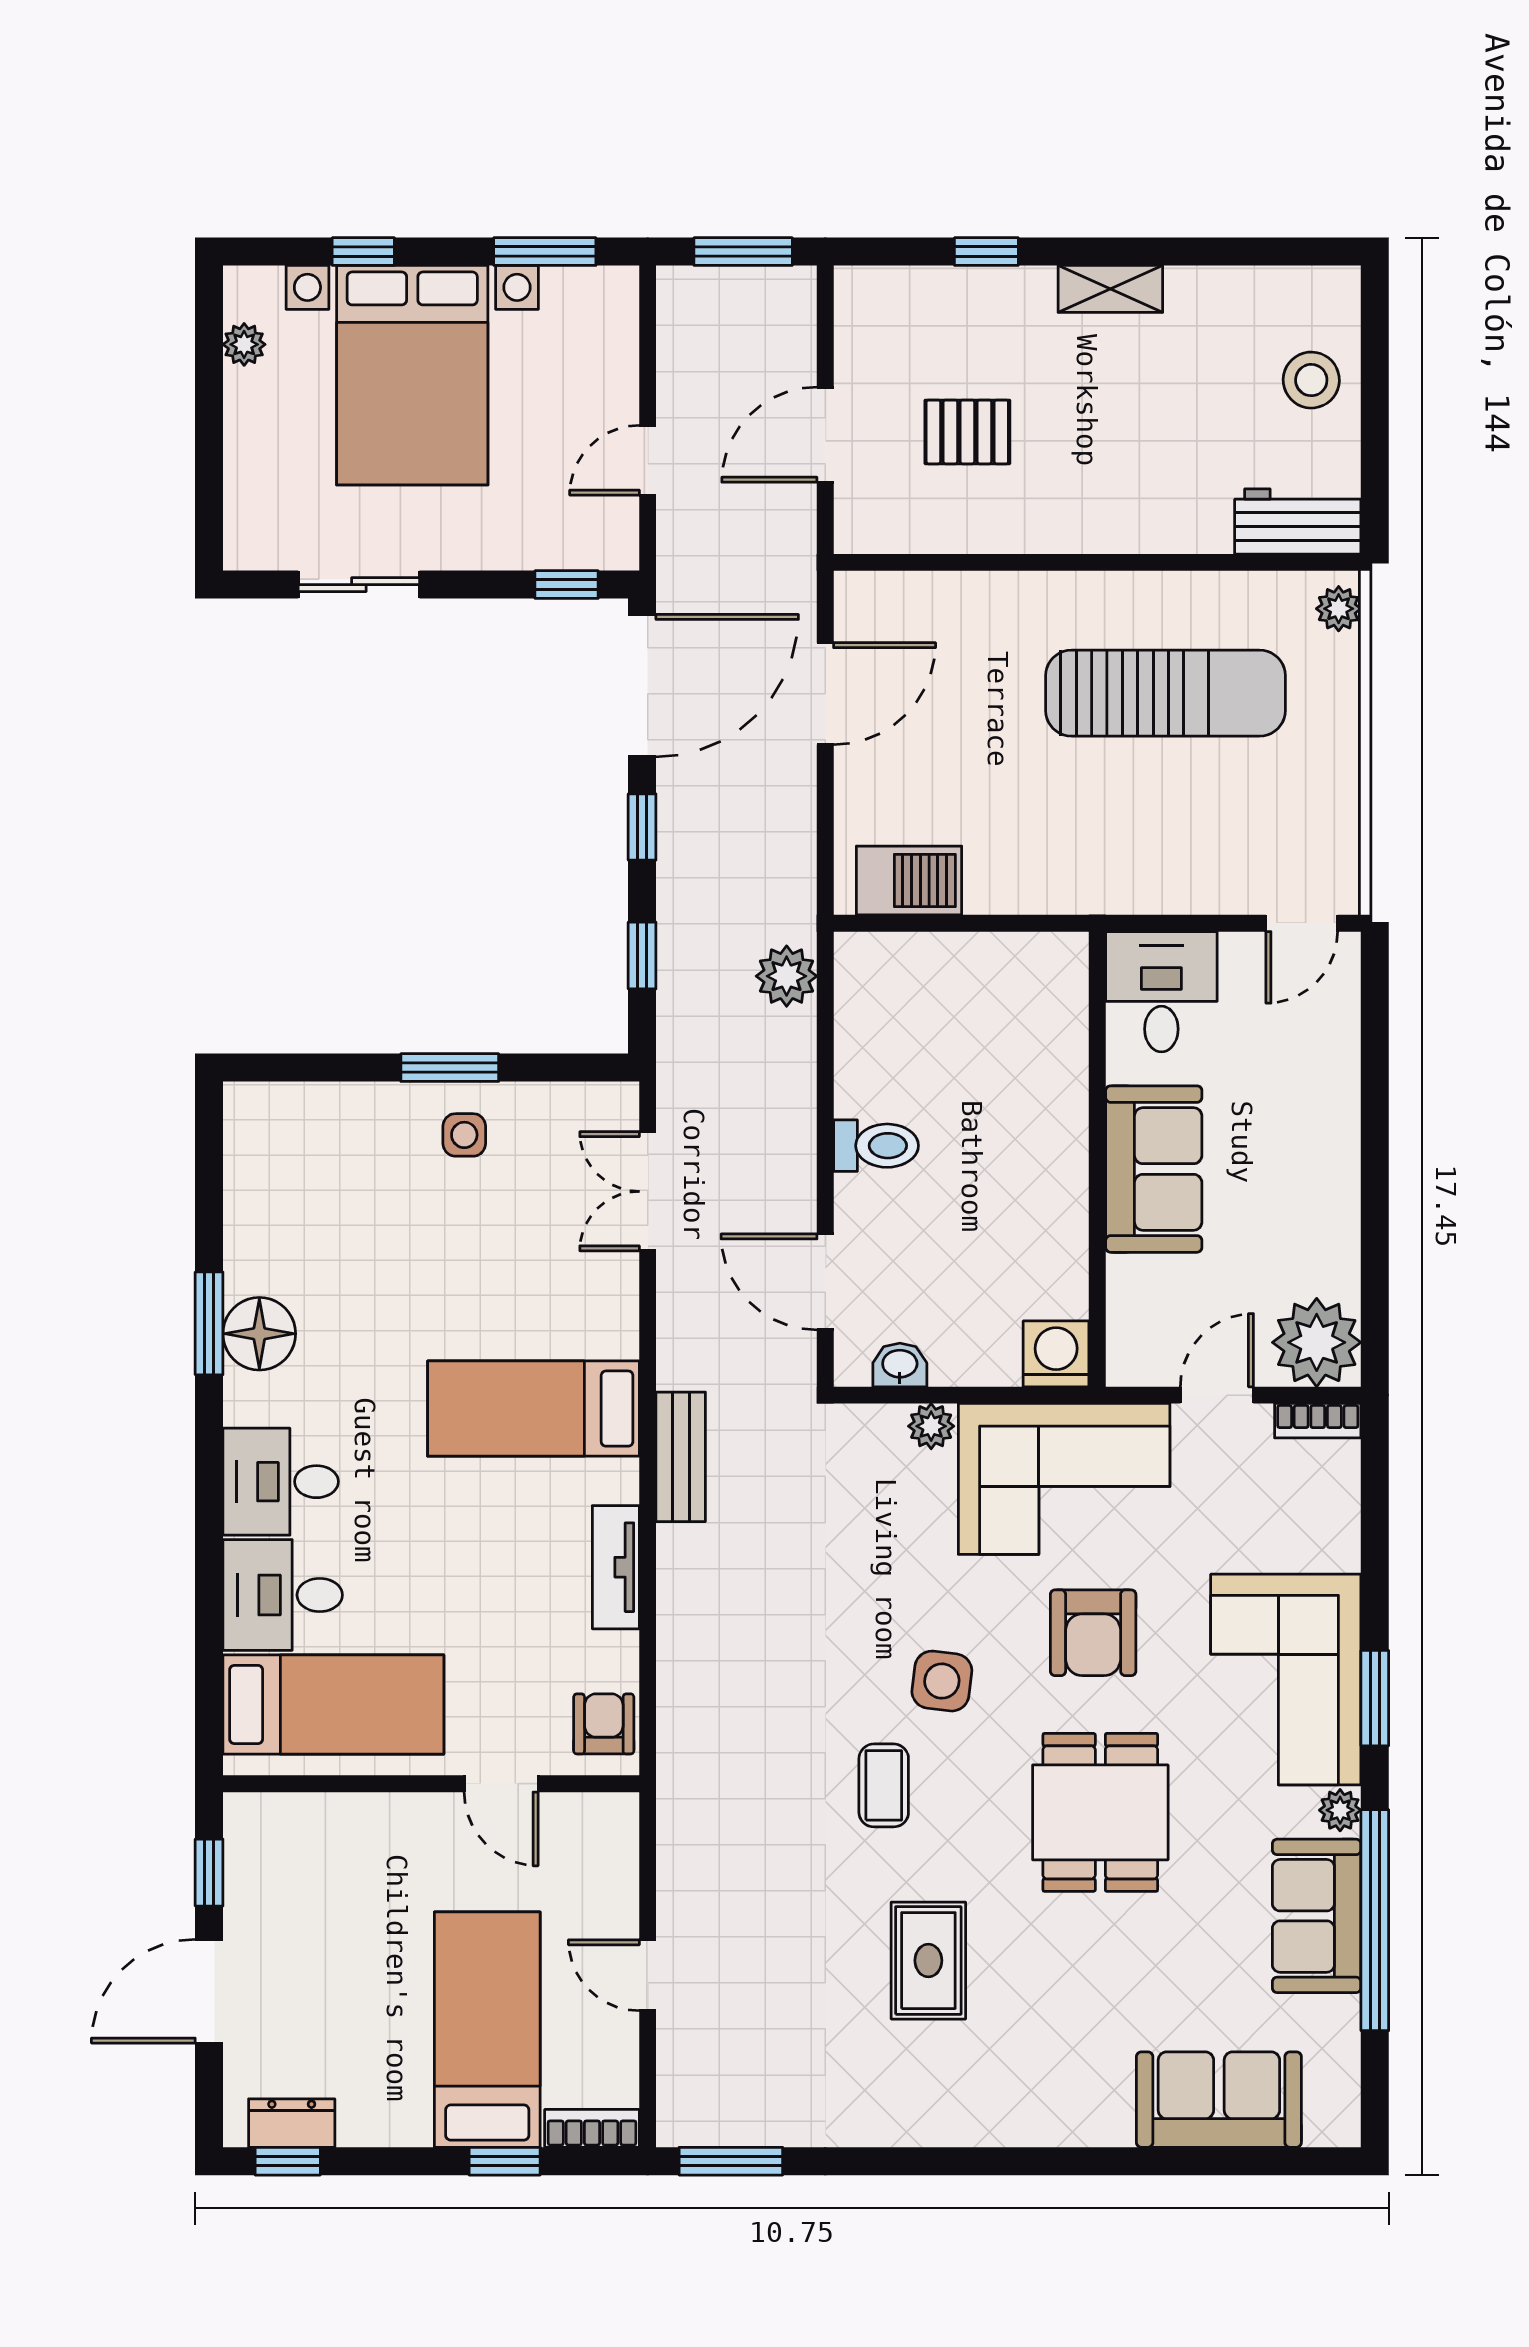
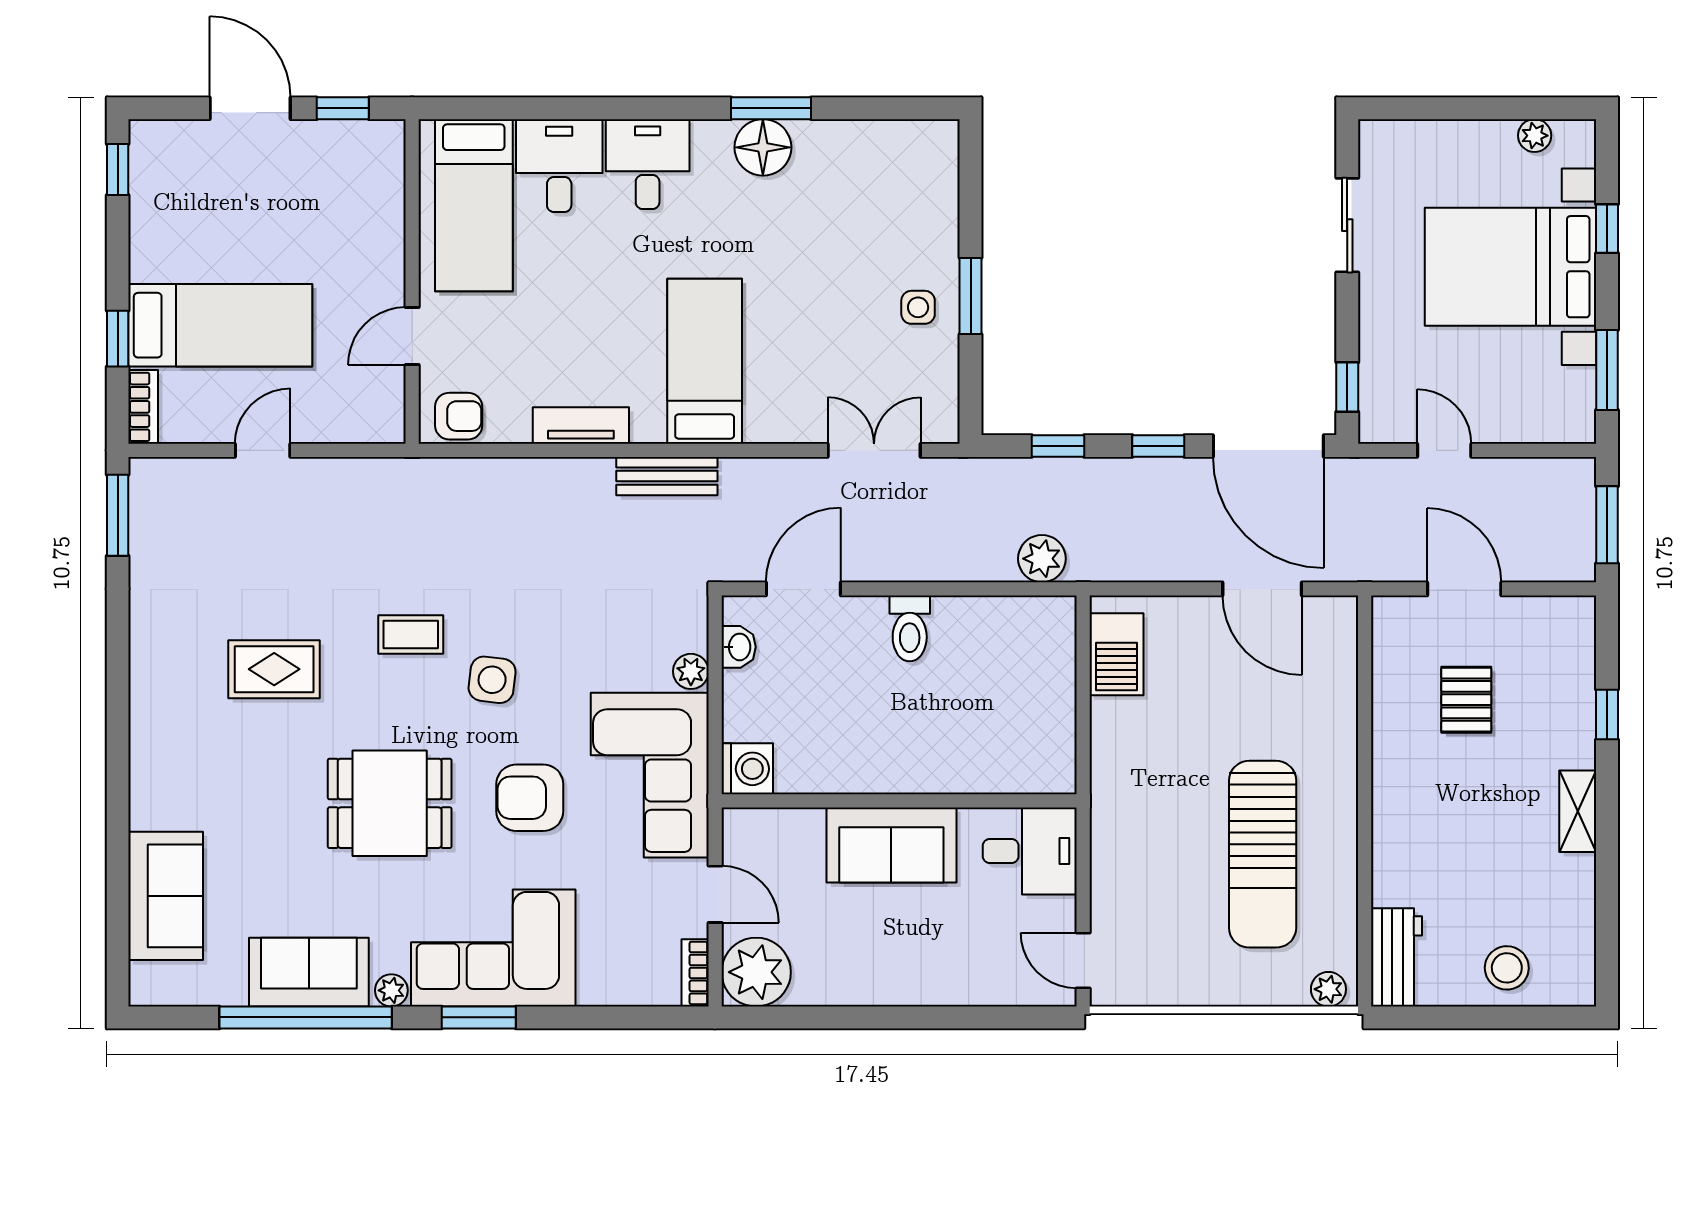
dresser: (292, 2123) -> (147, 173), removed

